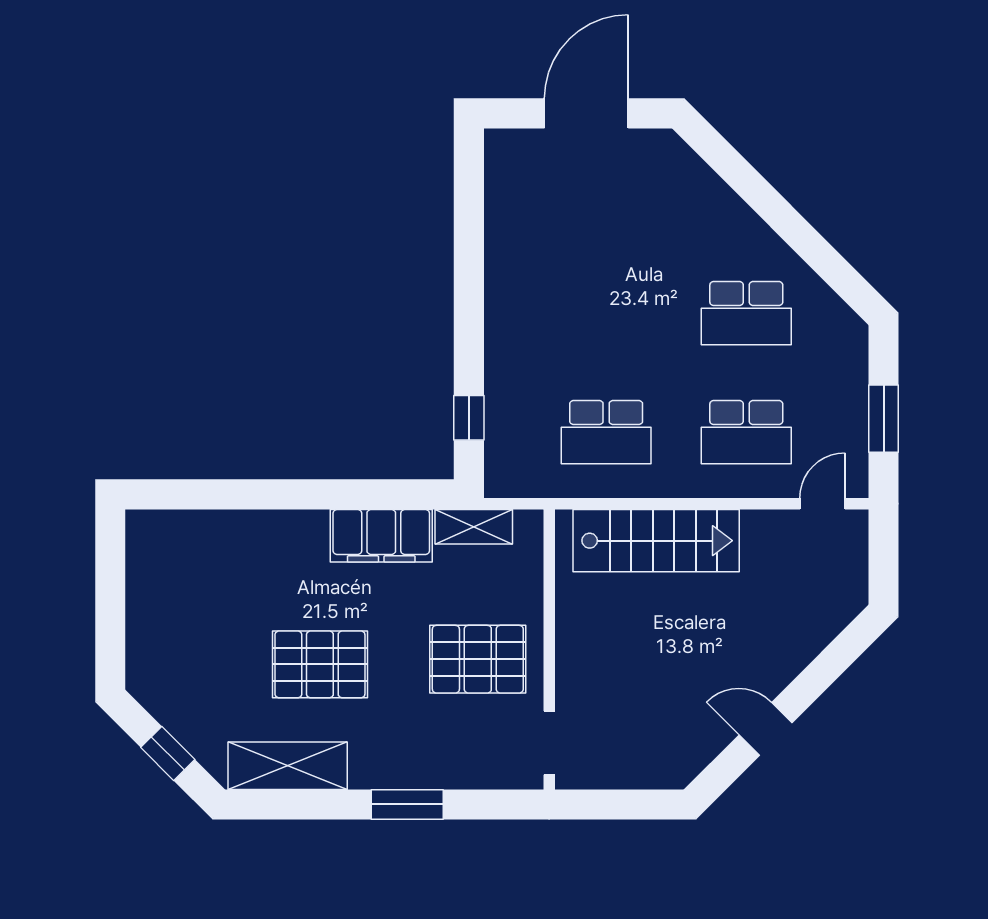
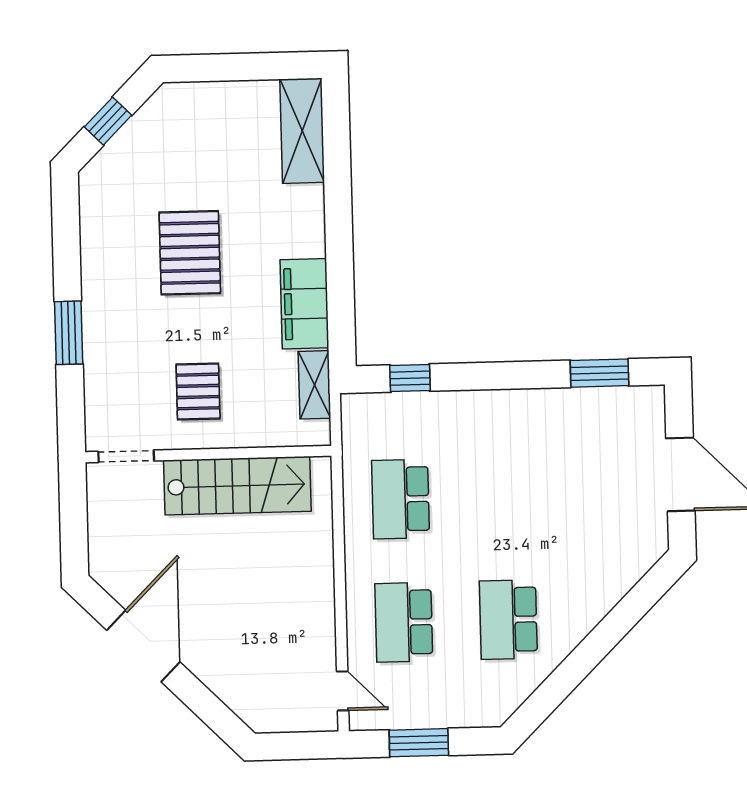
window: (469, 202) -> (600, 373), added
stairs: (656, 541) -> (237, 486), moved, turned -90
pallet: (478, 659) -> (198, 391), width x0.67, depth x0.71
door: (766, 729) -> (143, 646), width x1.87
shelving: (288, 766) -> (302, 131), moved

